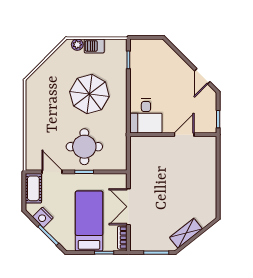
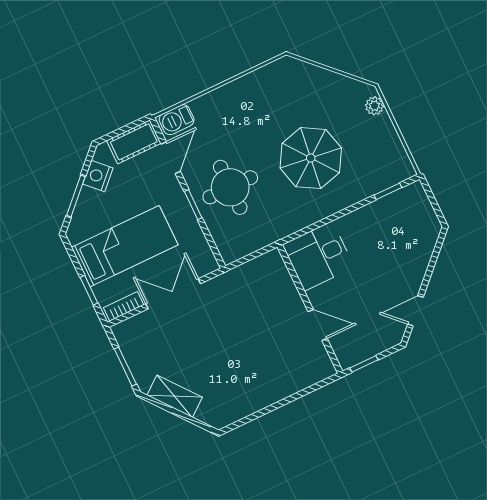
barbecue: (94, 46) -> (177, 120), moved, turned -90

